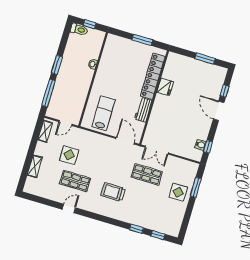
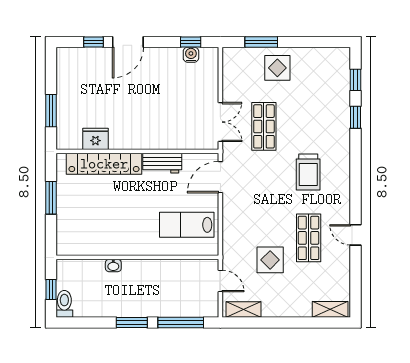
window: (205, 59) -> (51, 111), moved
fridge: (165, 87) -> (95, 139), moved
shelving: (35, 166) -> (330, 309), moved

